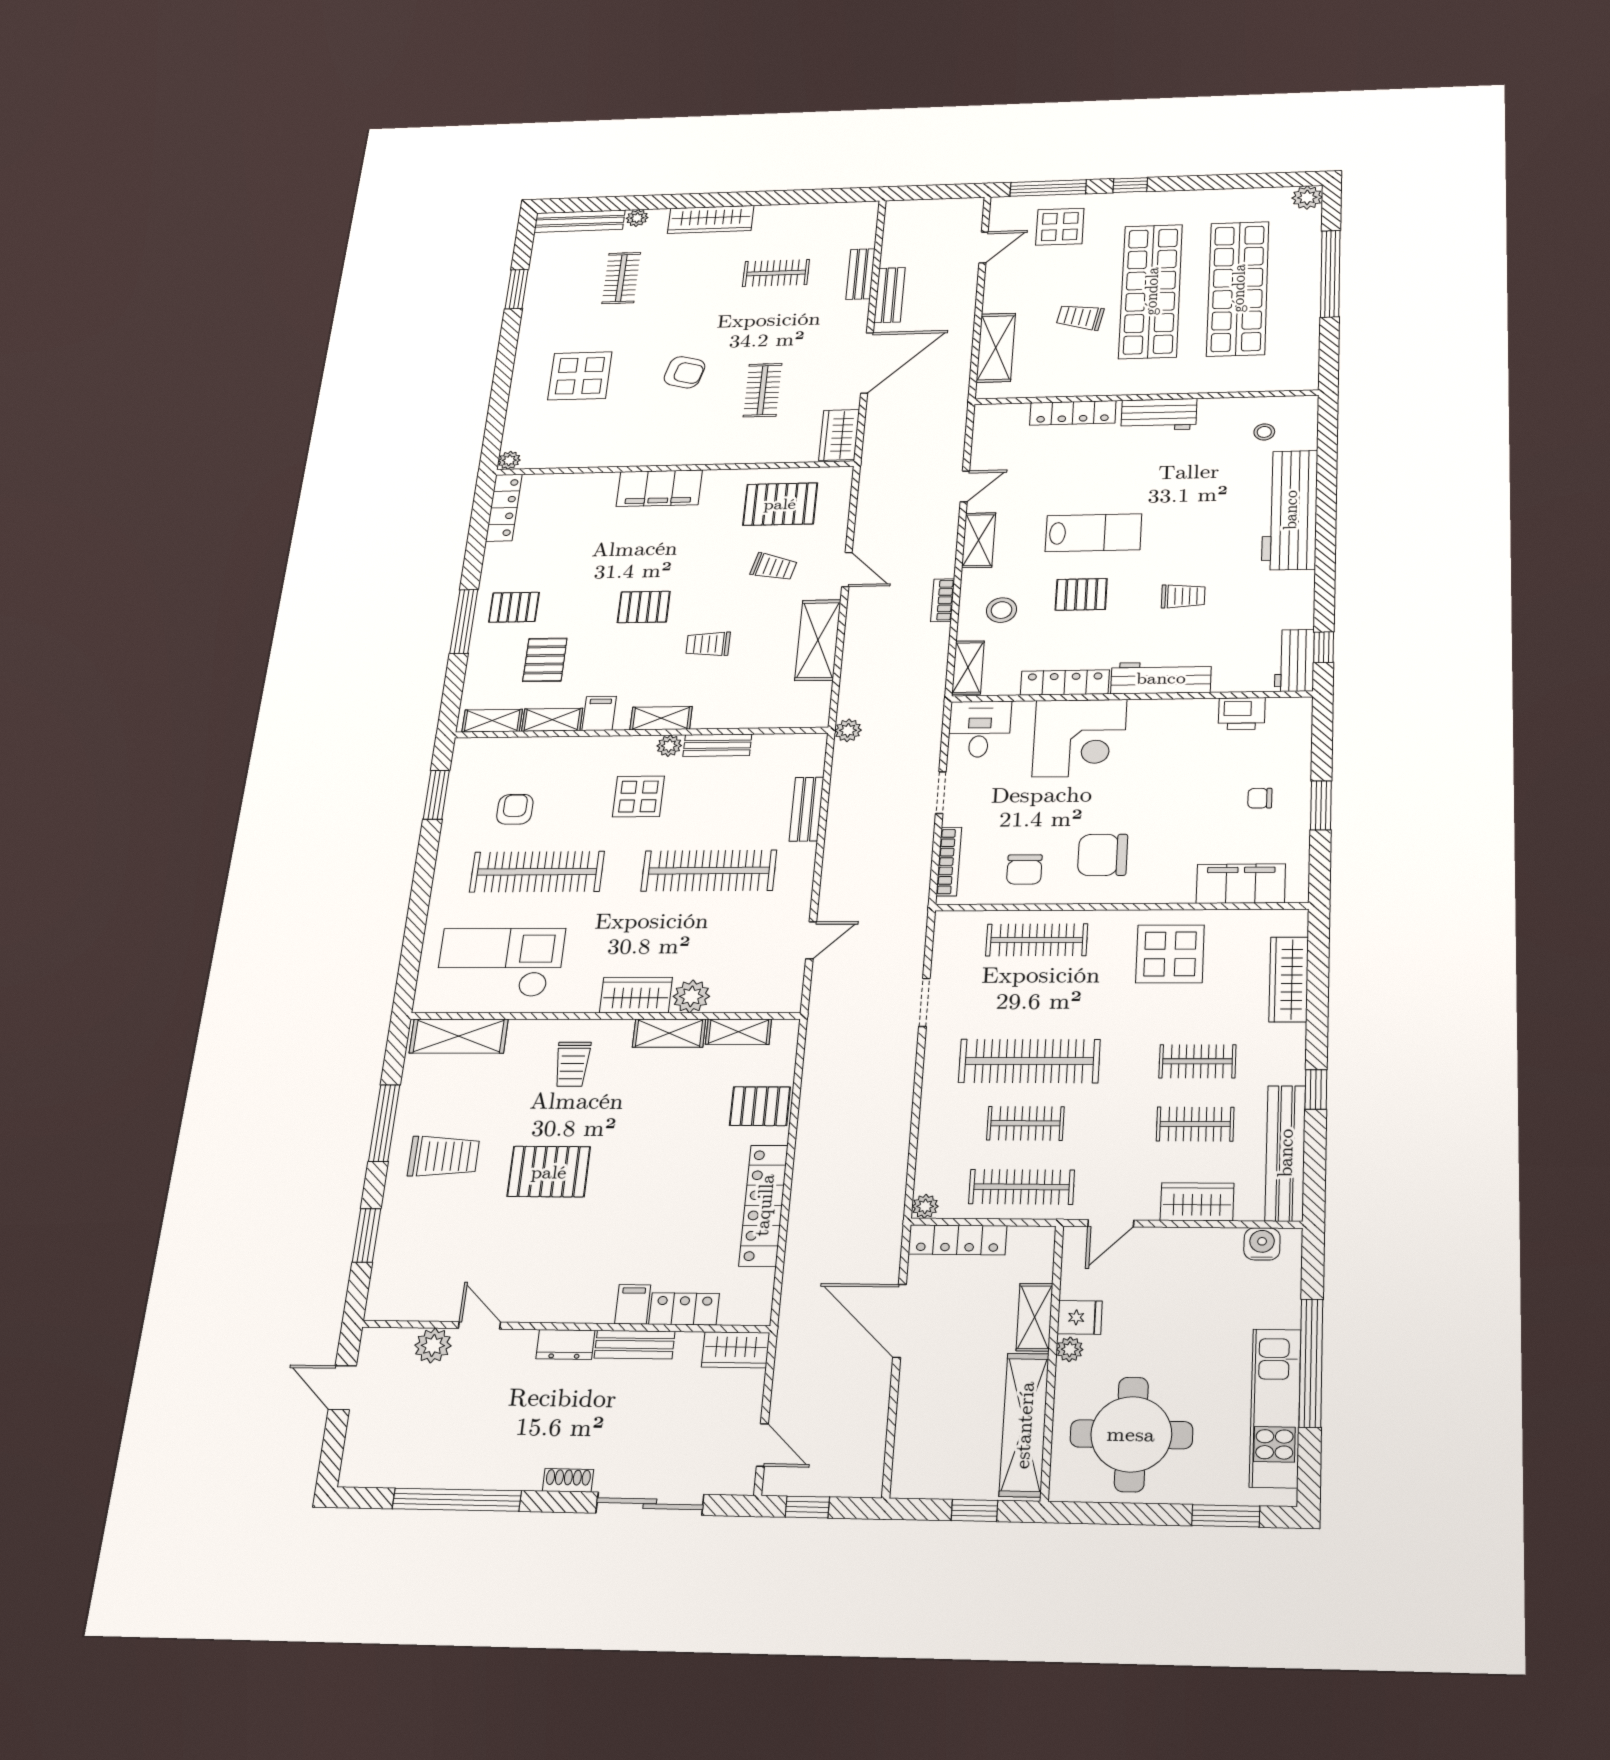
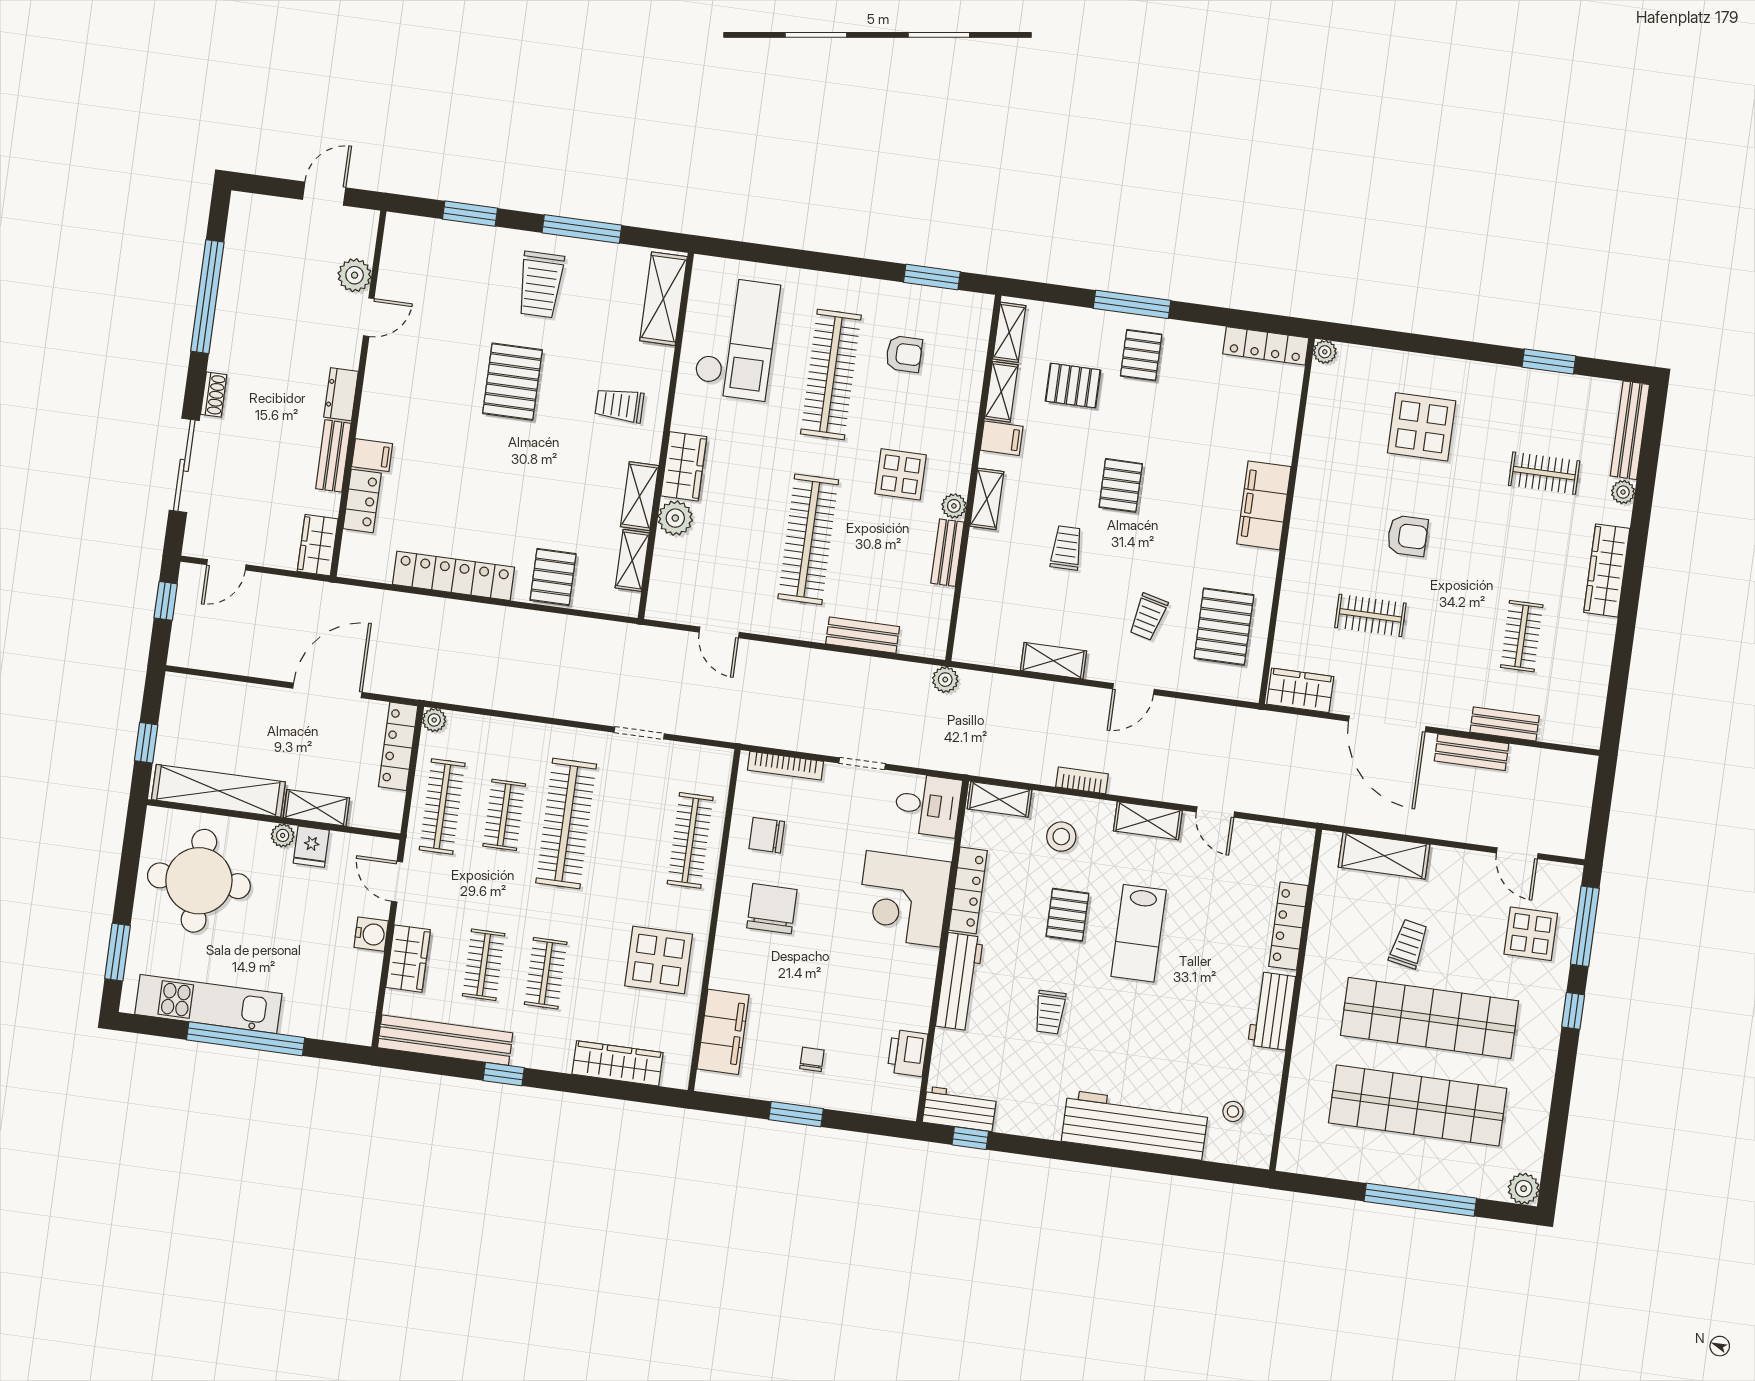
armchair: (684, 372) -> (1407, 536), turned -105
shelving: (818, 640) -> (1054, 661), width x0.67, depth x0.75
water cooler: (1262, 1244) -> (371, 934), moved

